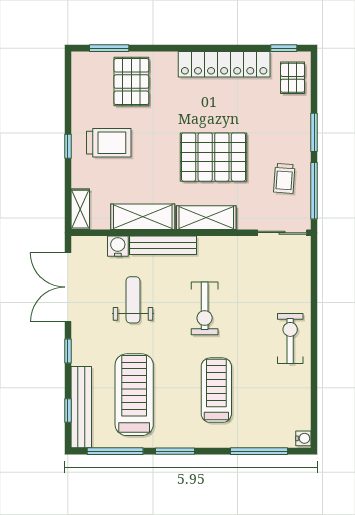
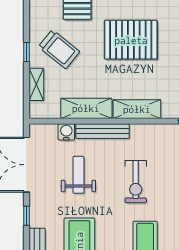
trolley: (109, 143) -> (59, 49), turned 39
pallet: (213, 157) -> (131, 40), moved
shelving: (80, 209) -> (36, 84), moved

